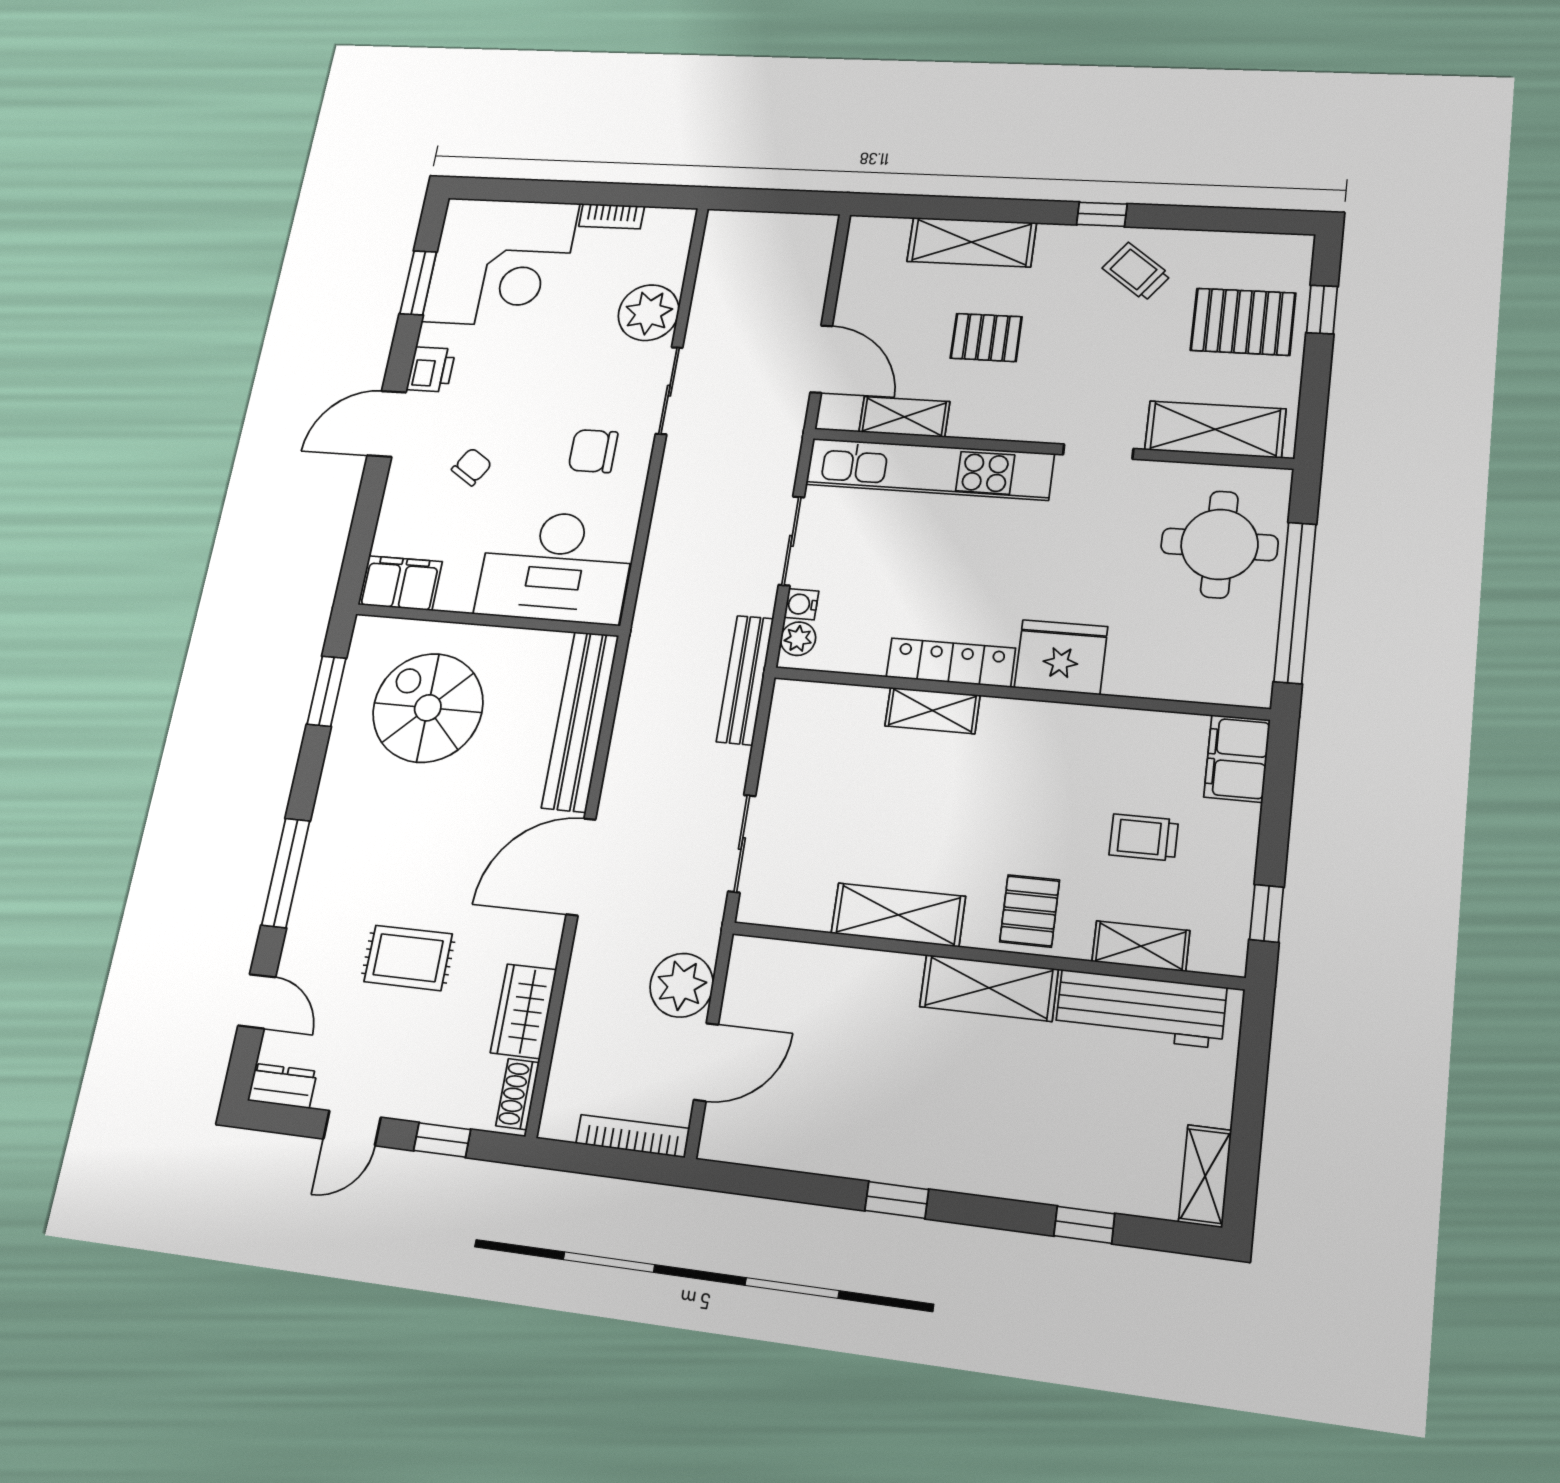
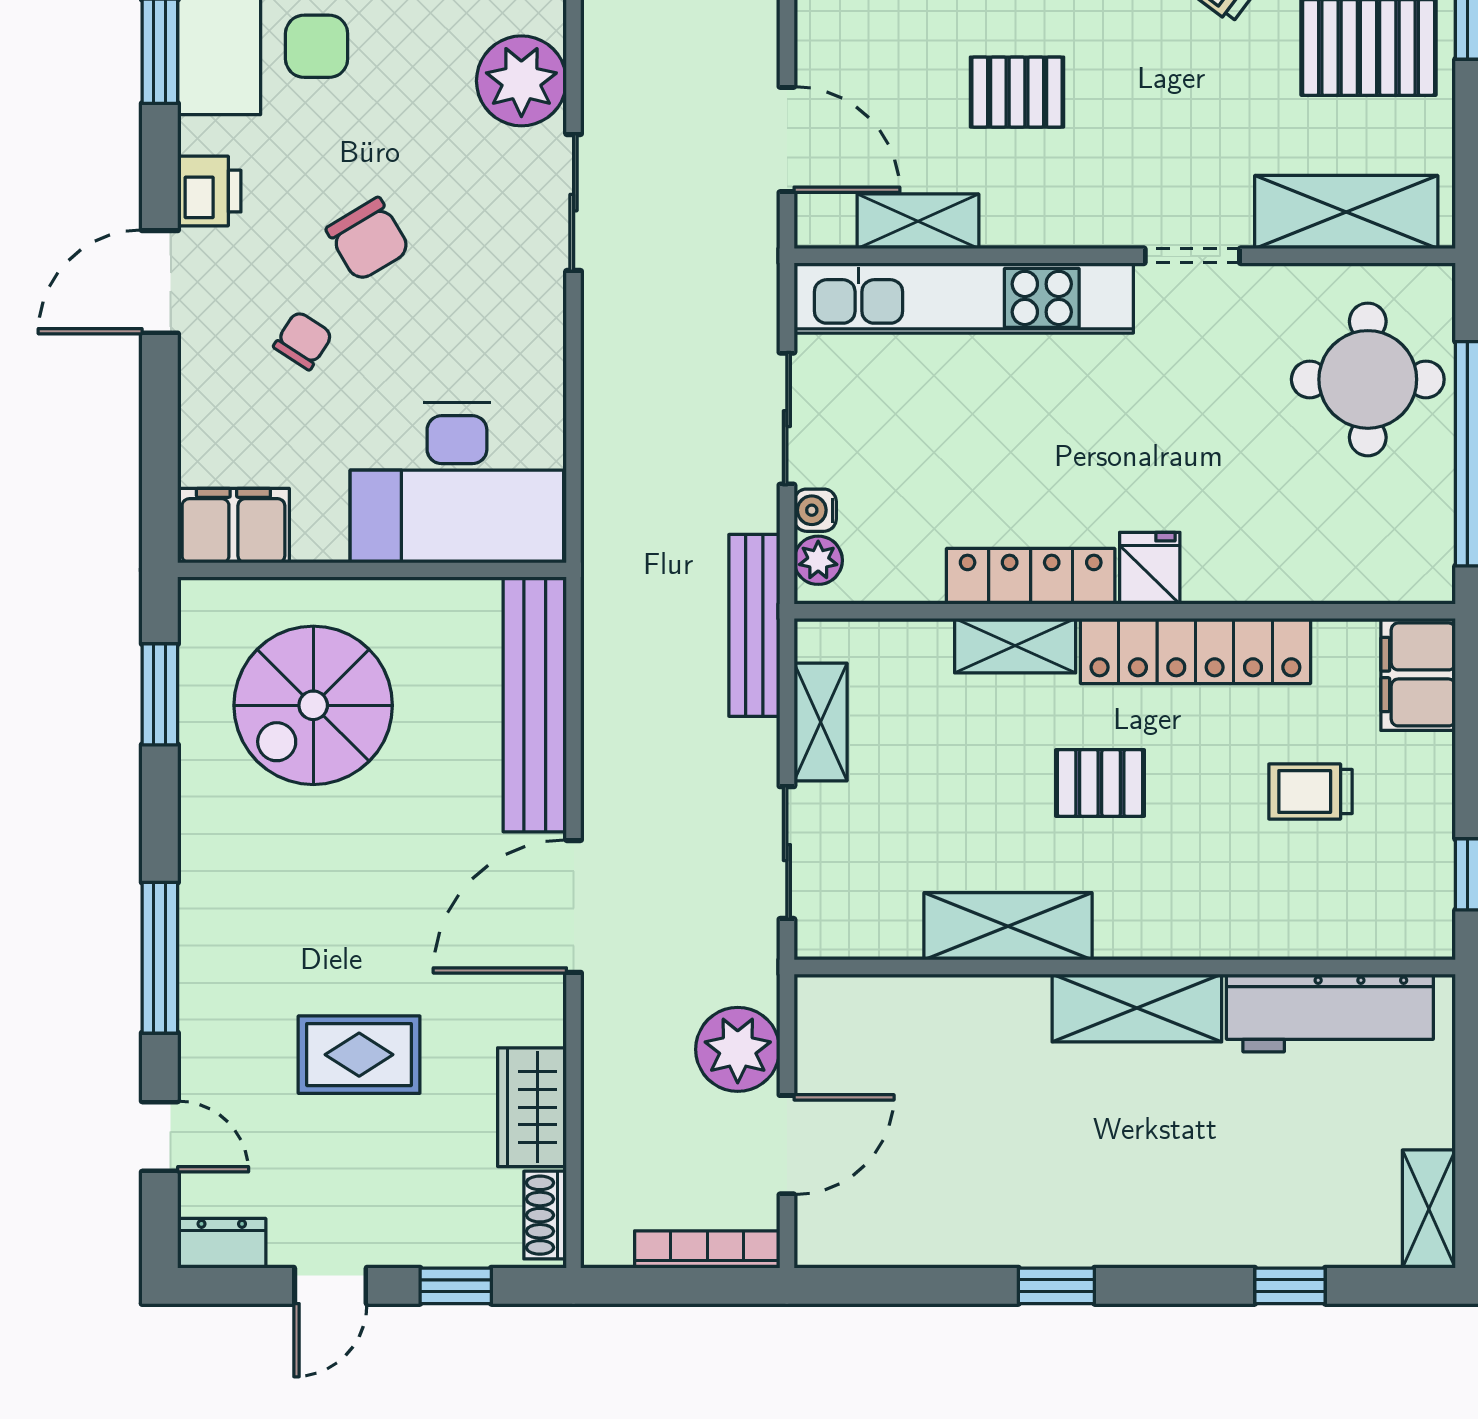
chair: (593, 451) -> (368, 239), moved, turned -121
fridge: (1061, 657) -> (1150, 568), width x0.53, depth x0.75
spiral stairs: (428, 708) -> (313, 705), turned -90
locker: (1067, 726) -> (1195, 651), added
pallet: (1030, 911) -> (1100, 783), moved, turned 90
shelving: (1141, 946) -> (821, 722), moved, turned 90

